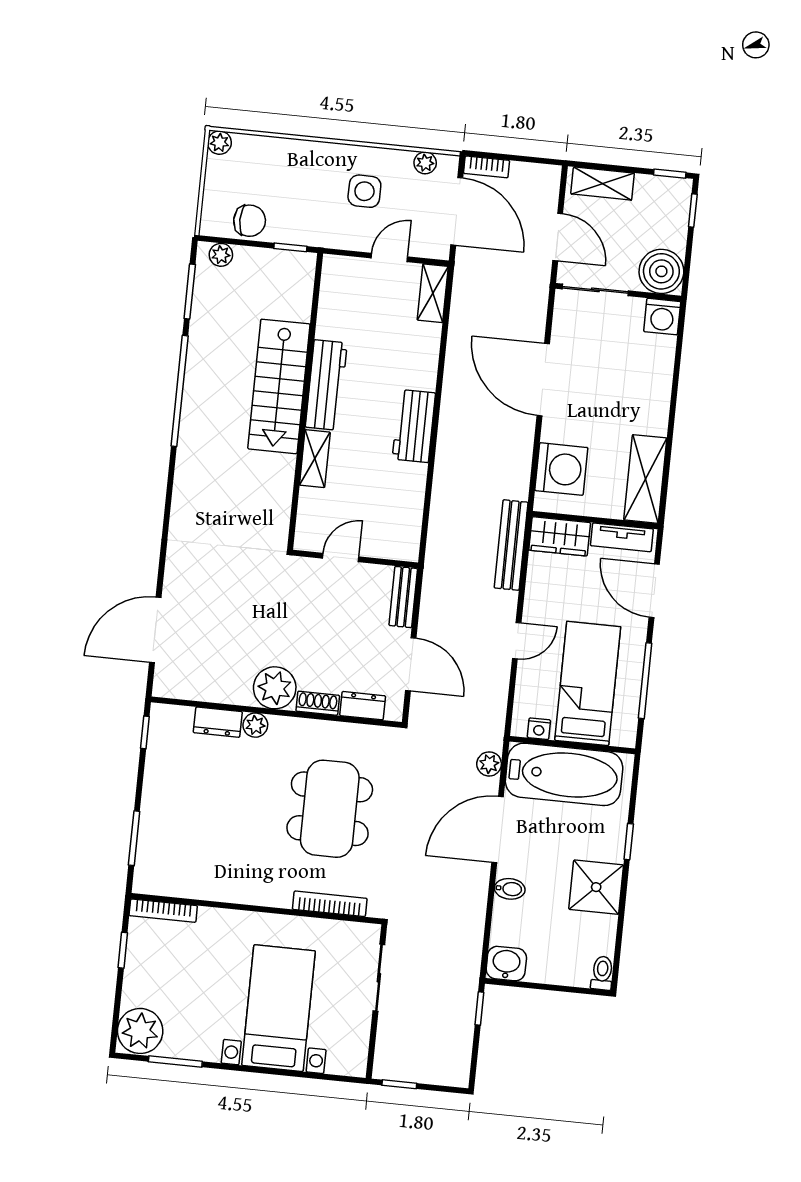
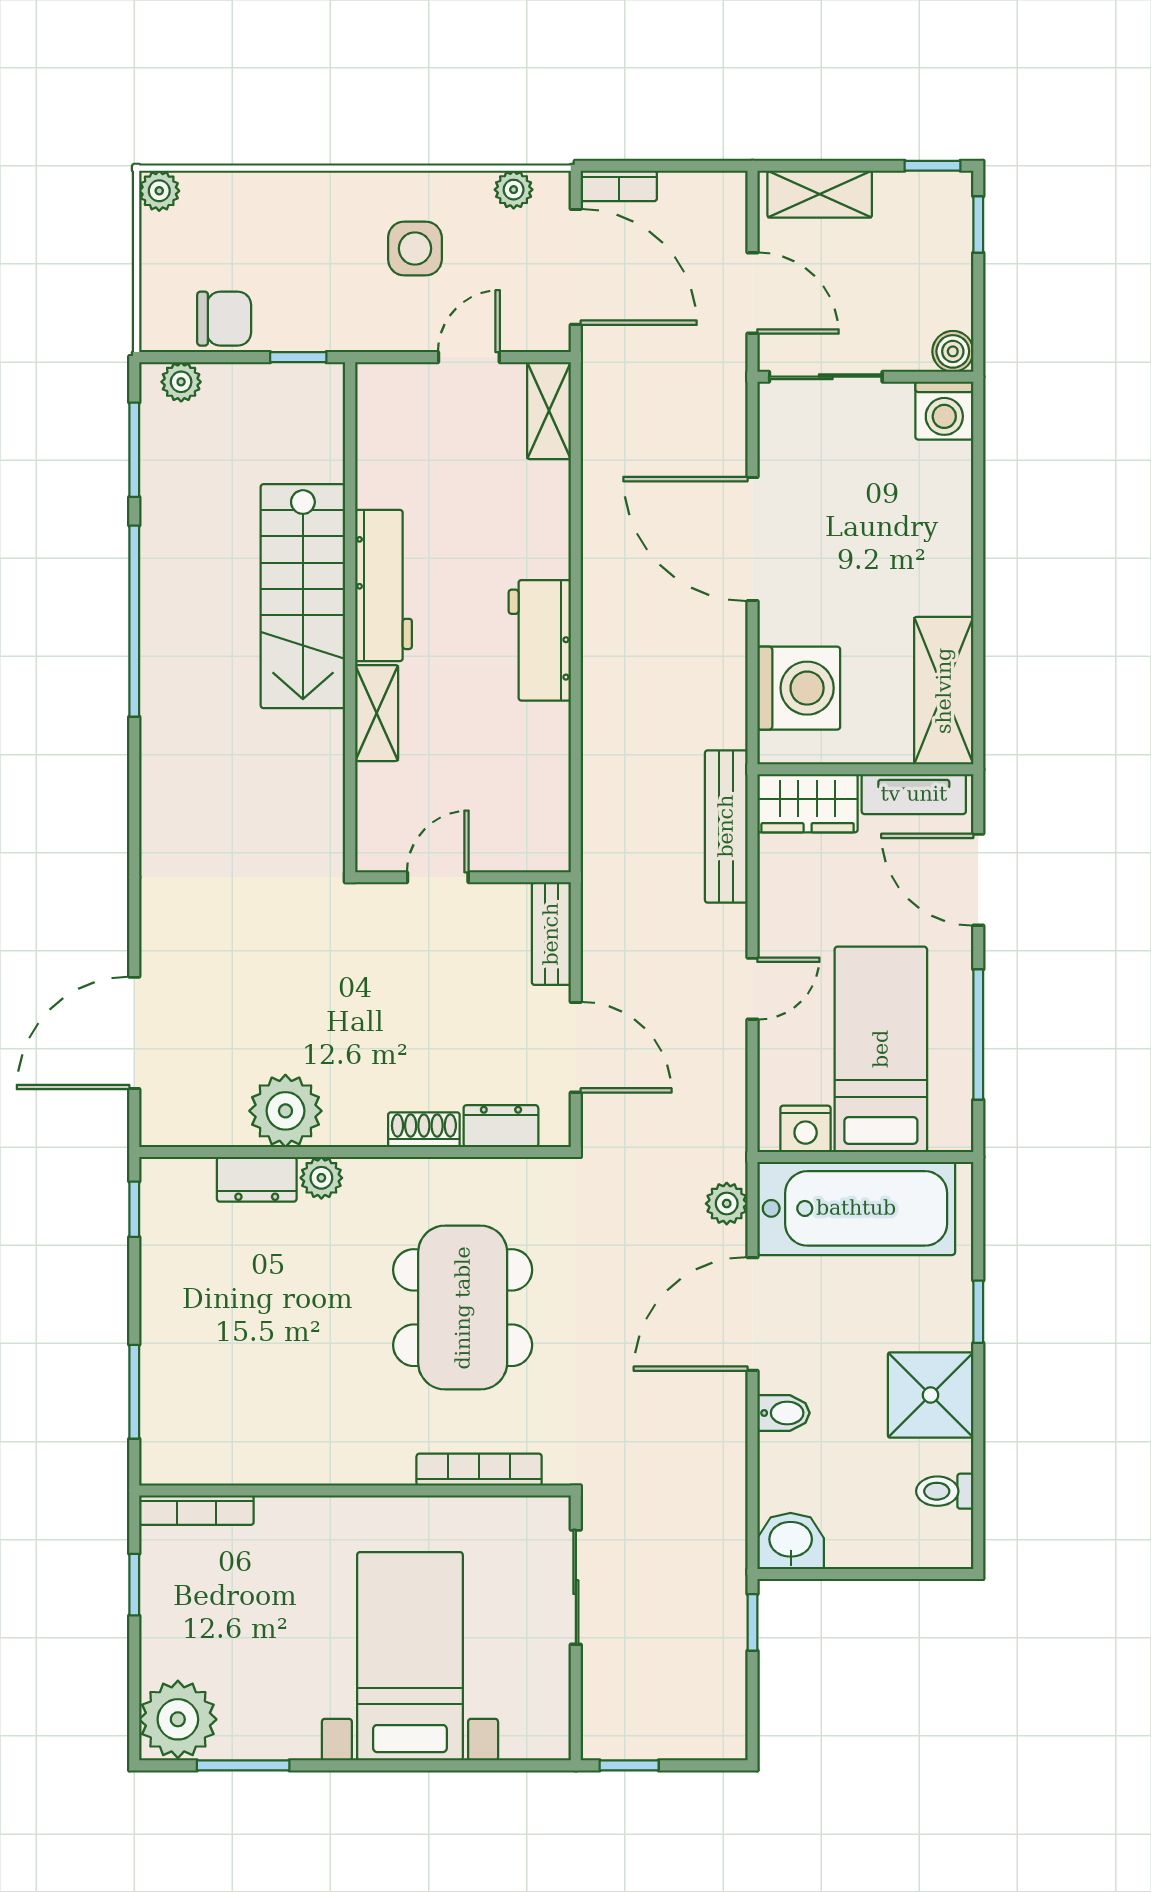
boiler: (661, 271) -> (953, 351), width x0.54, depth x0.54
plant: (275, 688) -> (285, 1111), moved
nightstand: (539, 729) -> (806, 1129), width x1.39, depth x1.35
toilet: (602, 973) -> (945, 1491), moved, turned -90

